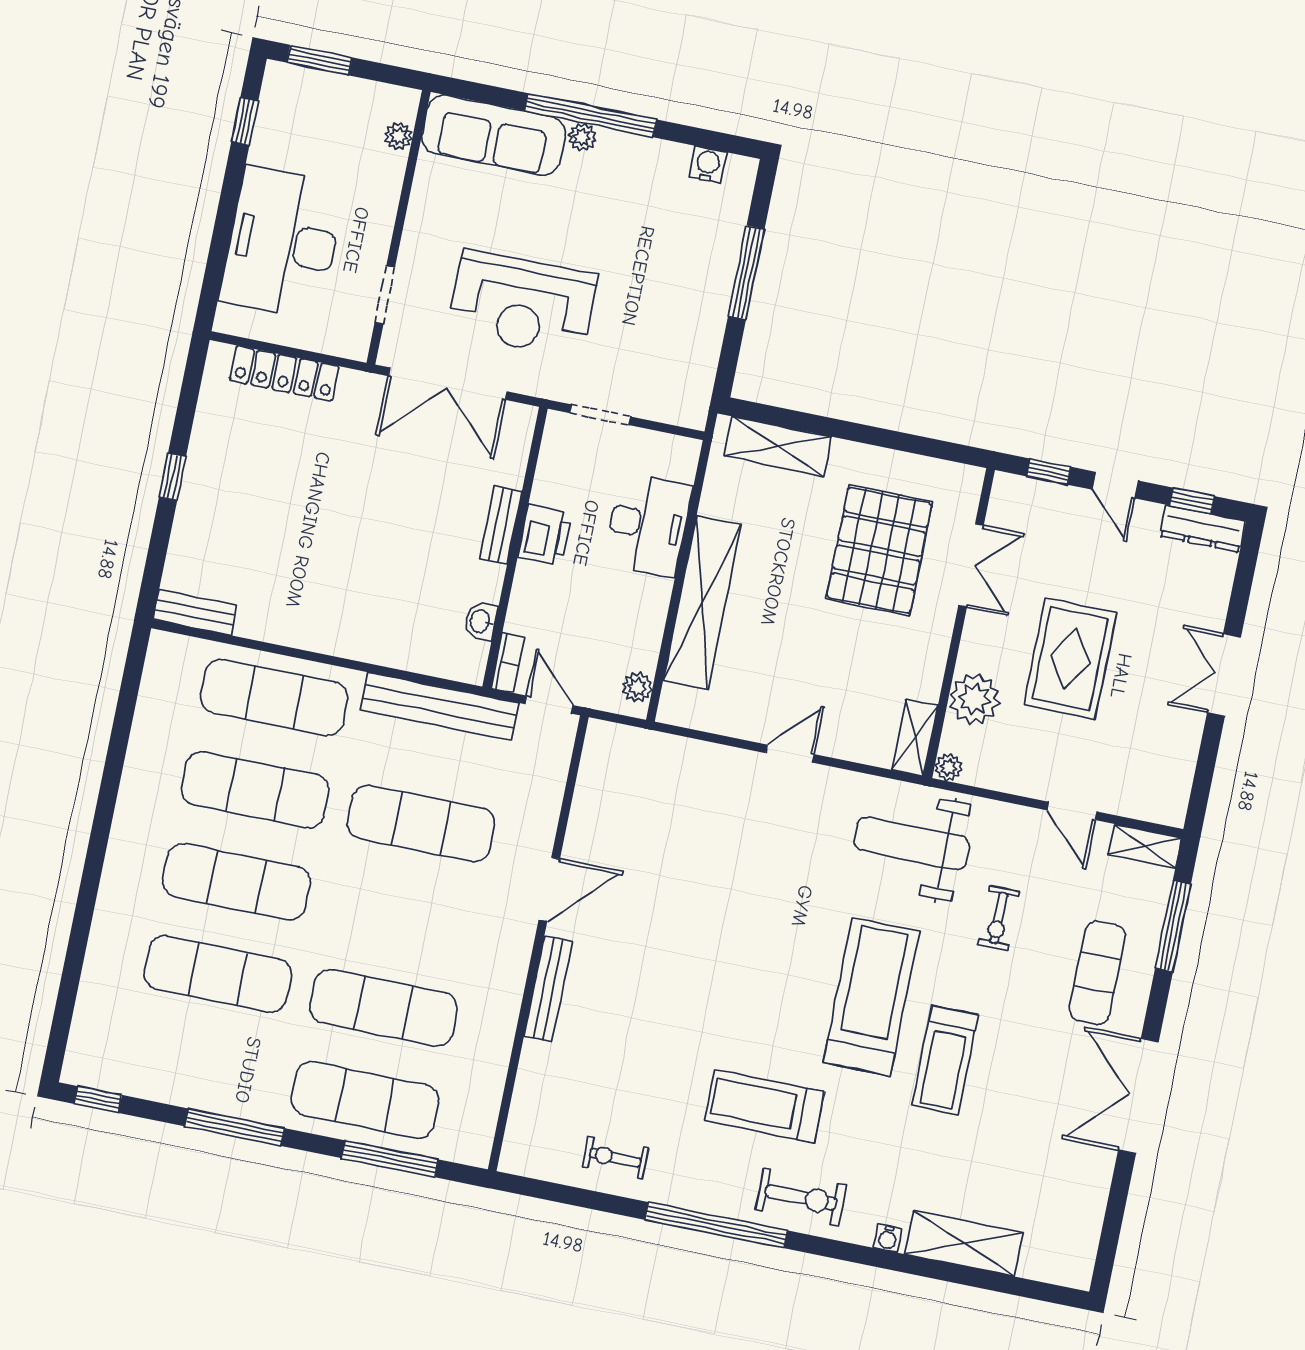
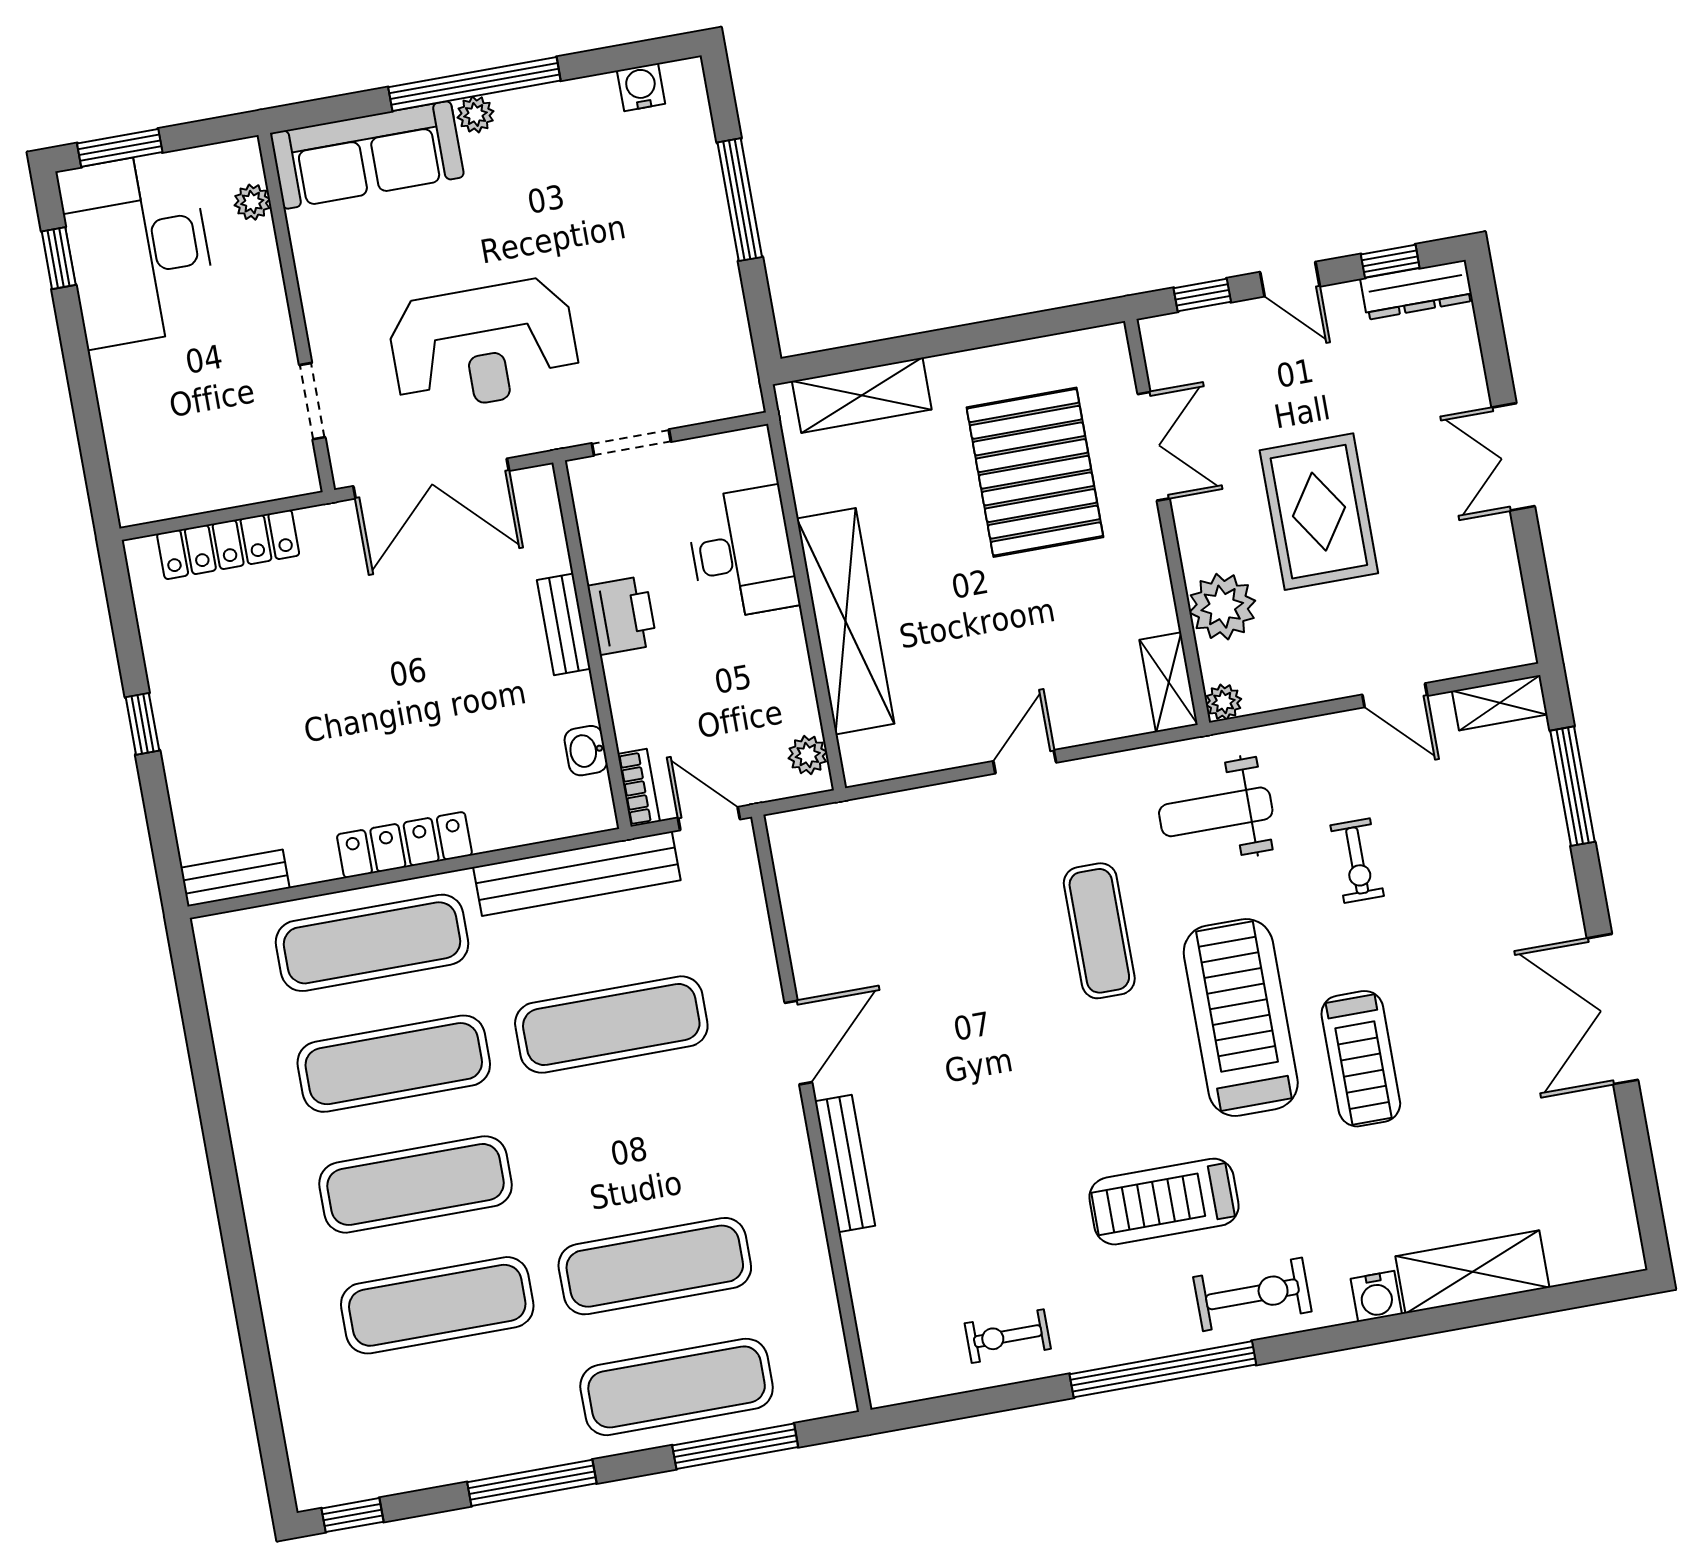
desk: (283, 243) -> (138, 249), moved
locker: (325, 637) -> (404, 845), added
weight bench: (912, 843) -> (1216, 812), width x0.73, depth x0.75
exercise mat: (1097, 973) -> (1099, 931), moved
water cooler: (888, 1238) -> (1376, 1296), width x1.38, depth x1.38

